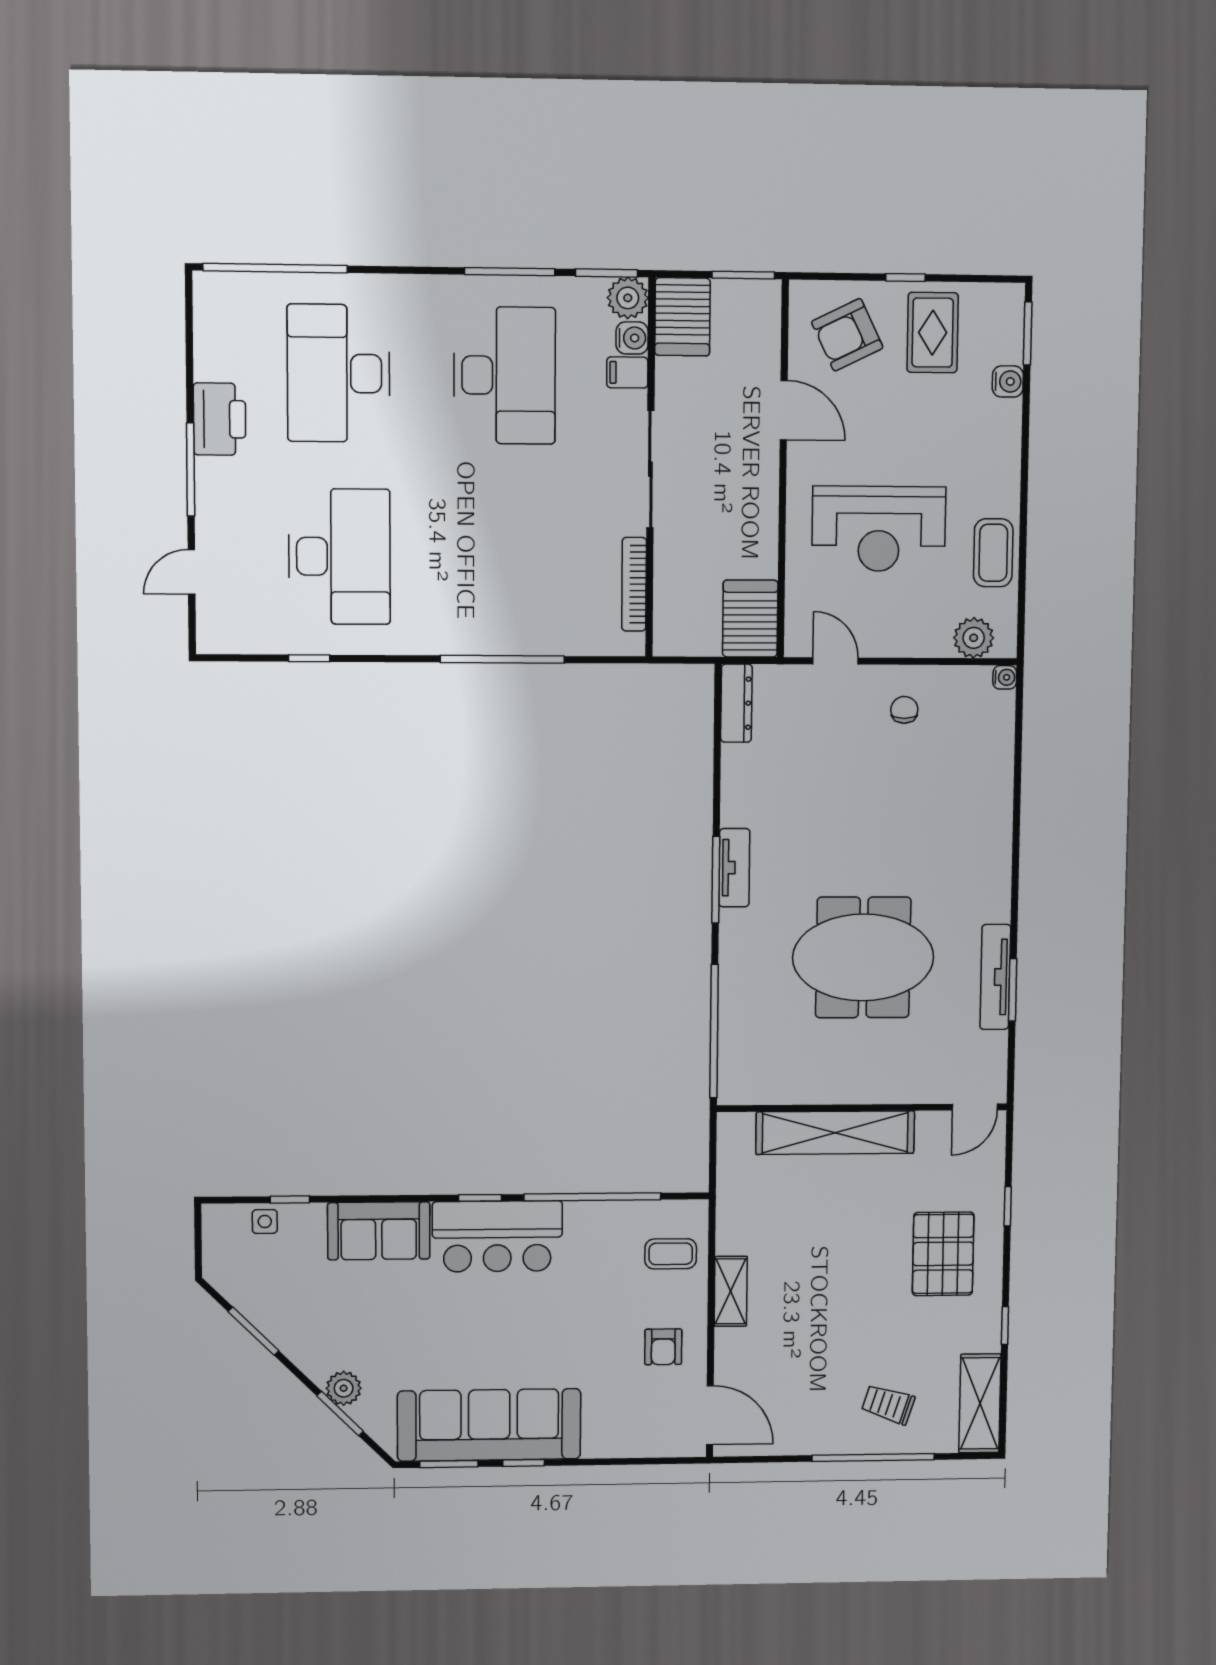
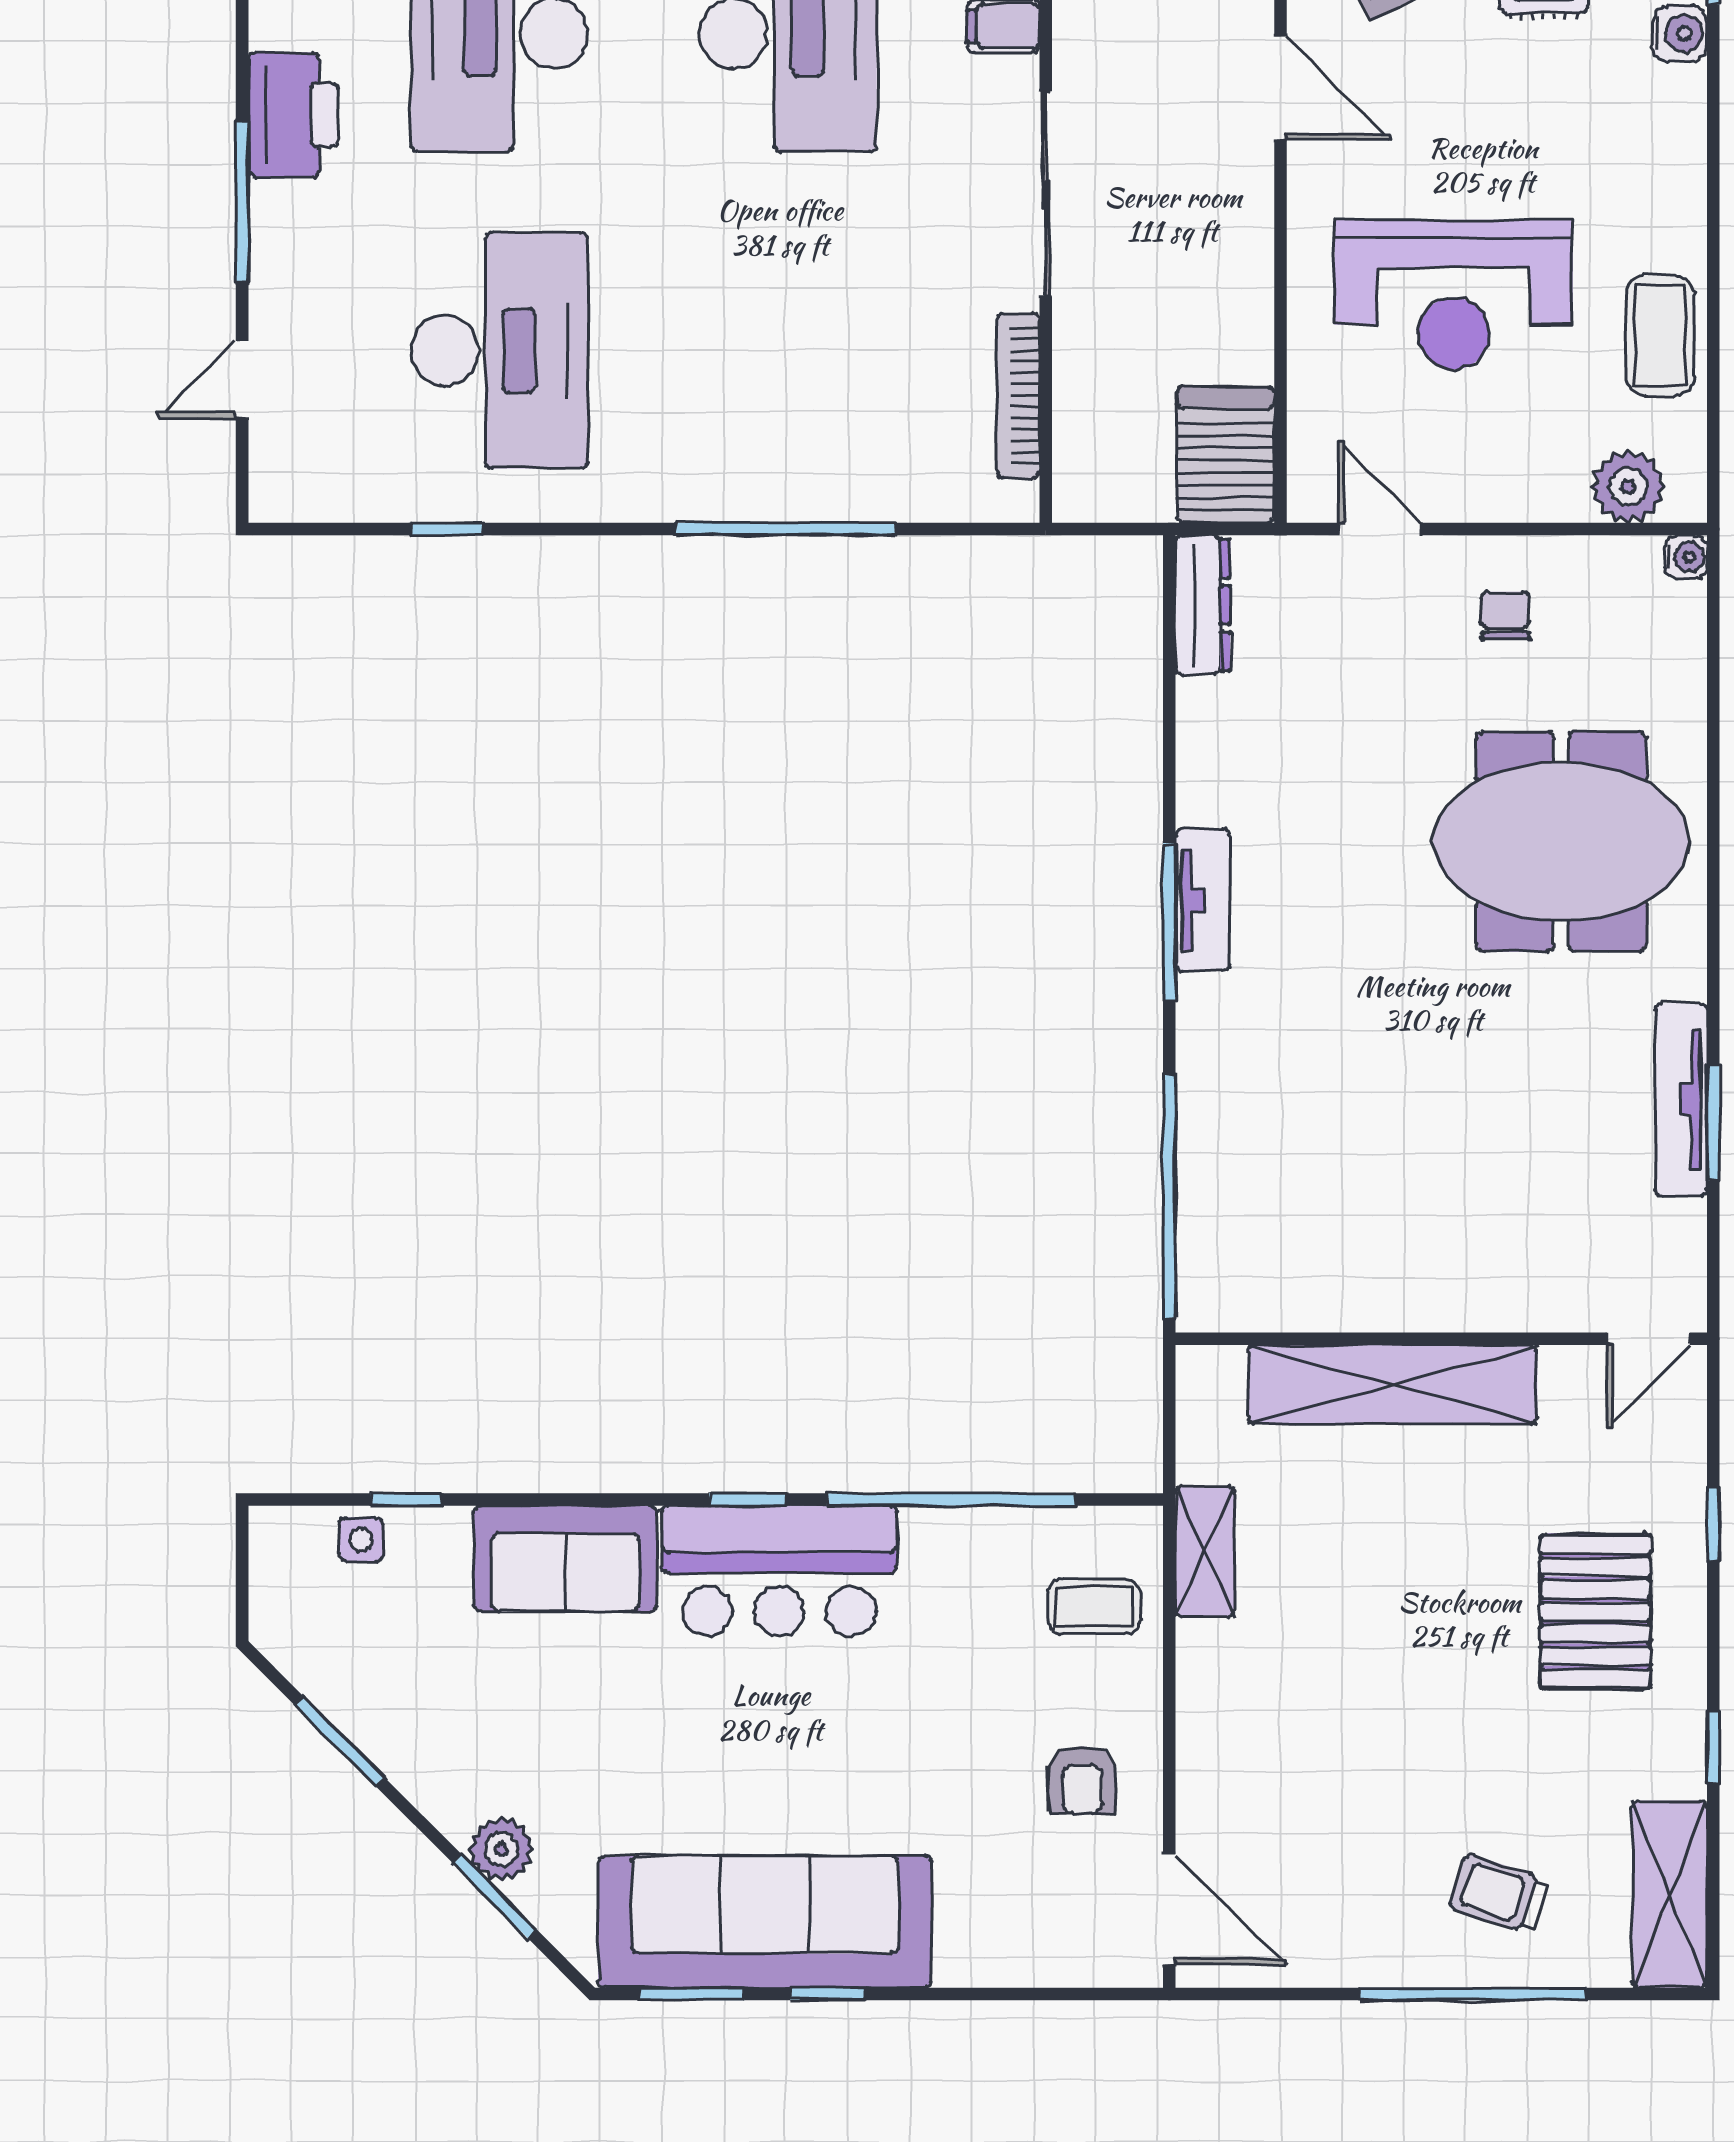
meeting table: (863, 957) -> (1561, 841), moved
shelving: (731, 1291) -> (1205, 1551), moved

